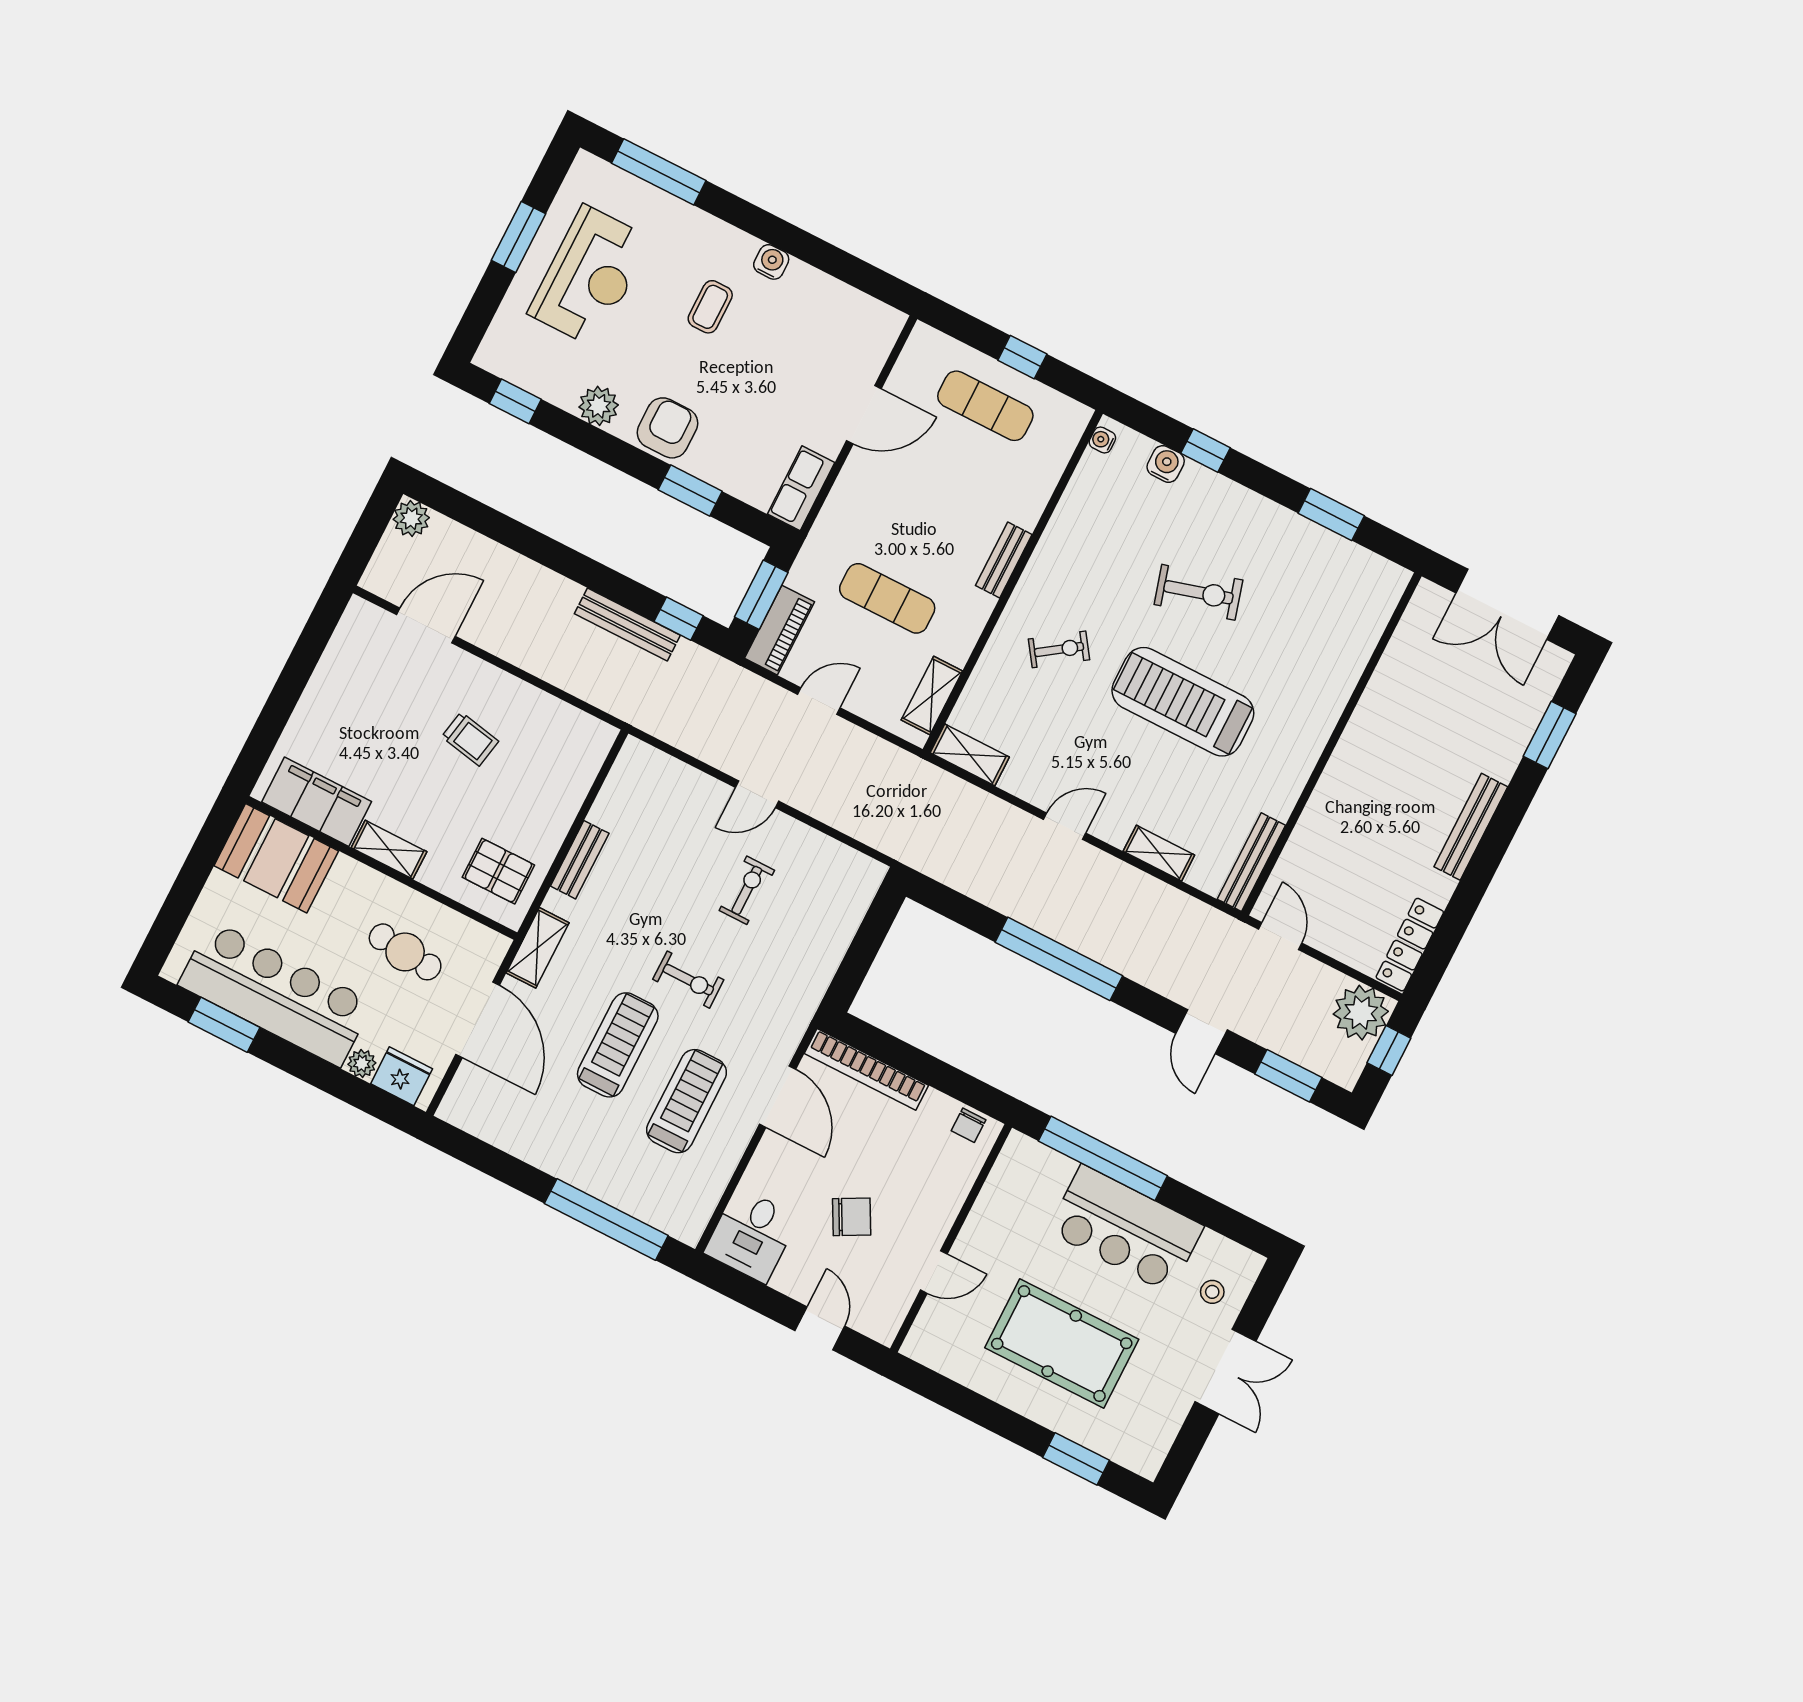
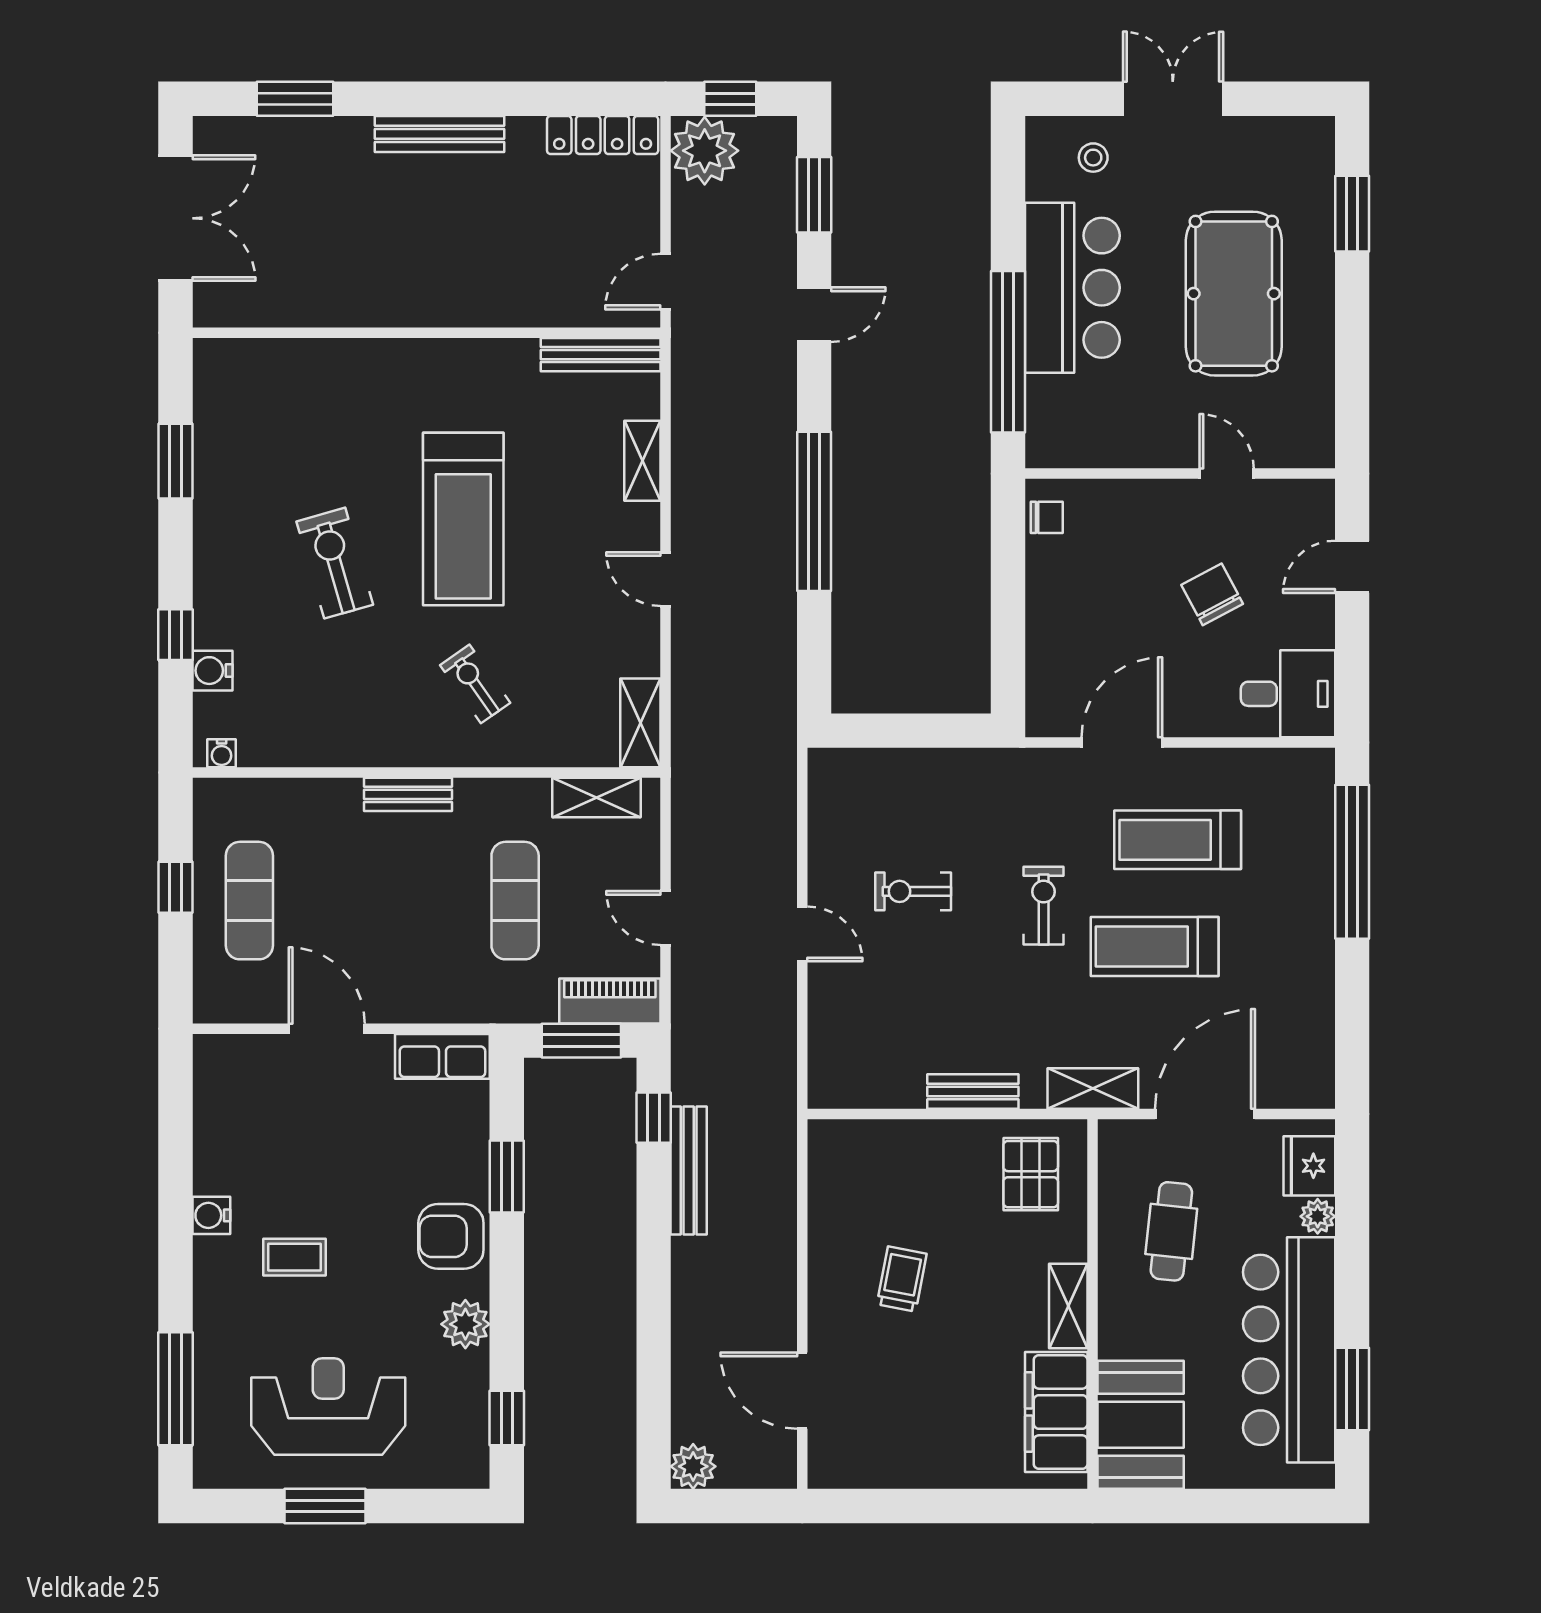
bookcase: (866, 1069) -> (1043, 661), removed

